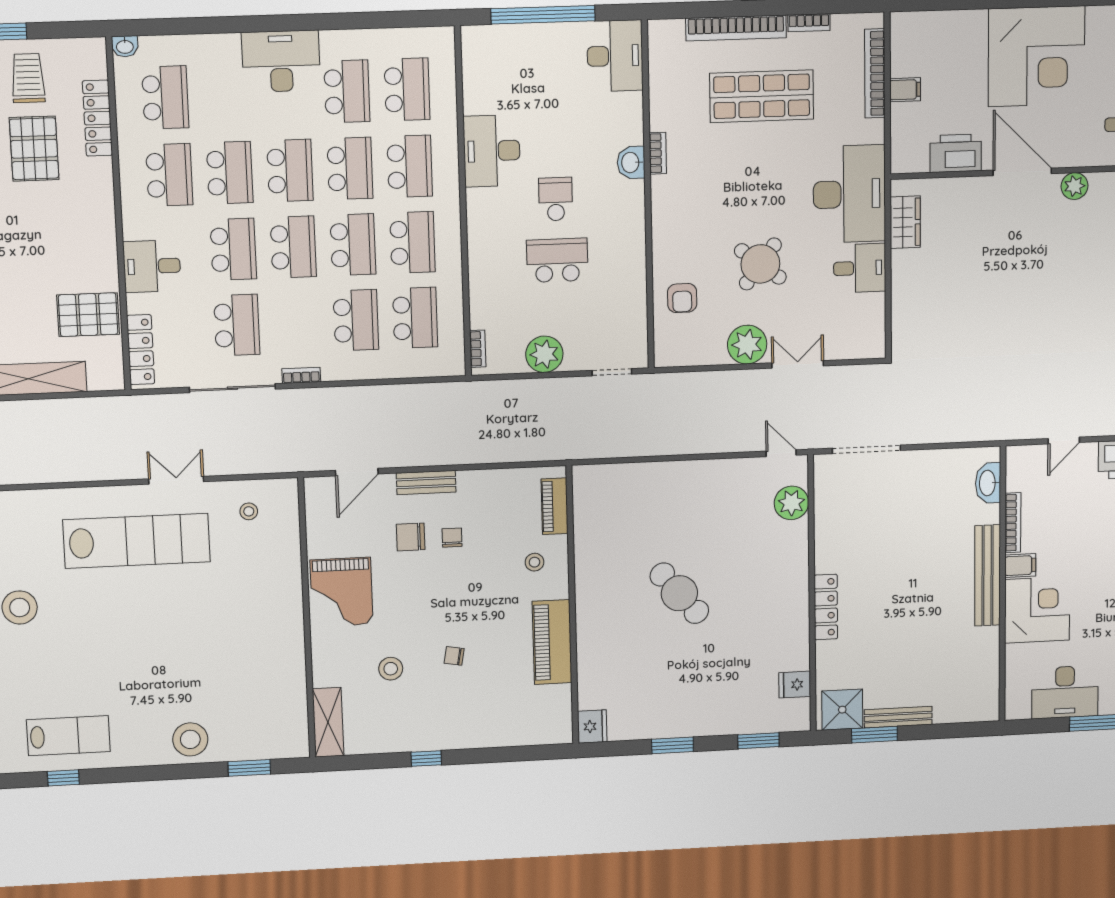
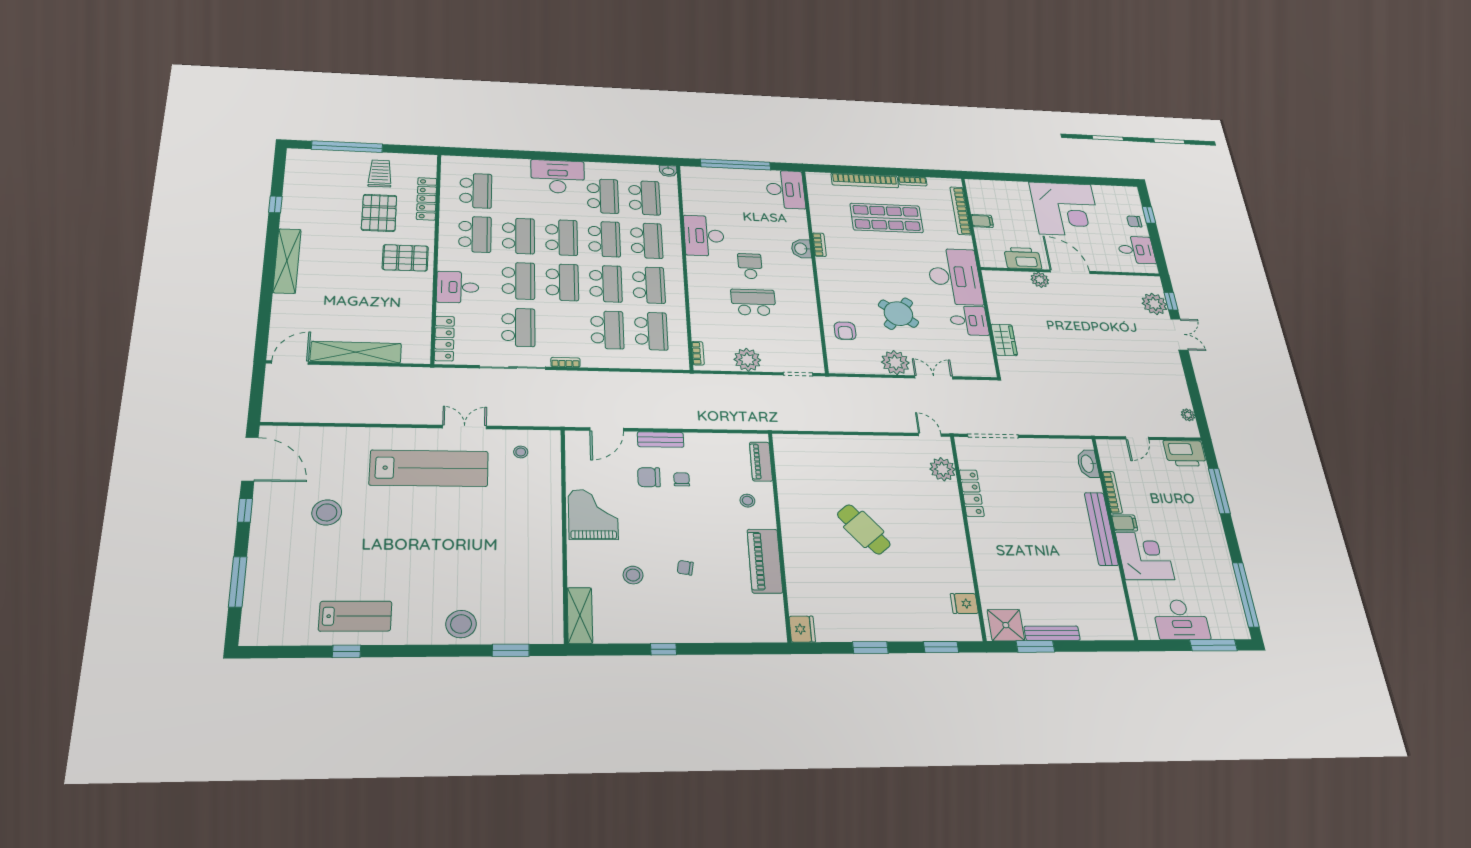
washbasin: (125, 46) -> (668, 171), moved
plant: (1074, 186) -> (1040, 280), moved
wardrobe: (905, 222) -> (1004, 340), moved
pallet: (88, 315) -> (405, 258), moved
grand piano: (342, 592) -> (593, 514), turned 180
locker: (826, 607) -> (972, 493), moved

